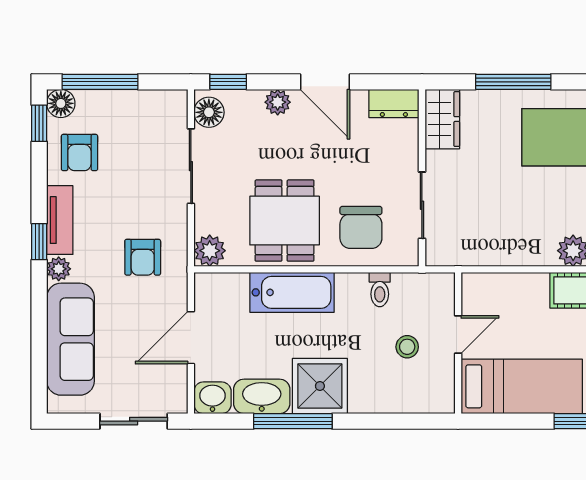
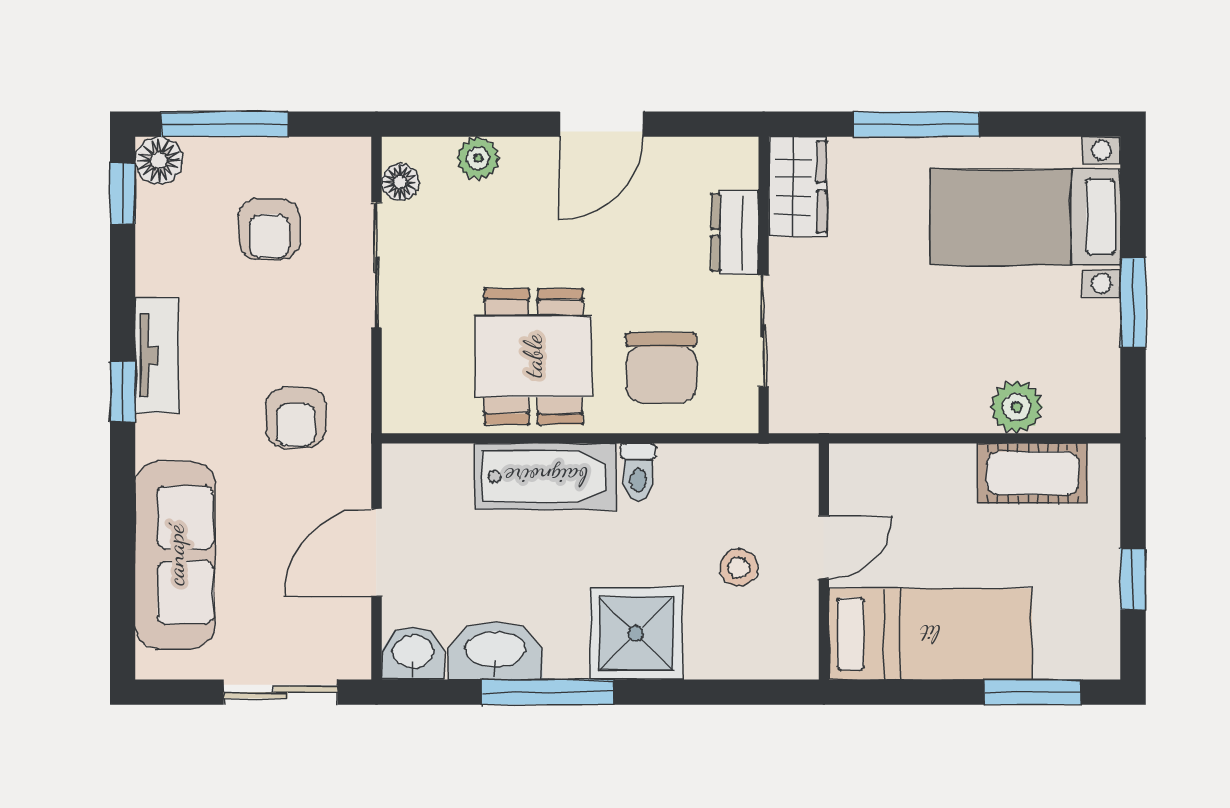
window: (228, 82) -> (439, 124), removed
door: (325, 82) -> (601, 124), hinge flipped
plant: (278, 102) -> (478, 158), moved
dresser: (394, 103) -> (735, 232), moved, turned 90
floor lamp: (209, 112) -> (400, 182), width x0.73, depth x0.73
armchair: (79, 152) -> (269, 229), moved
plant: (210, 251) -> (408, 407), removed
plant: (59, 269) -> (155, 437), removed
toilet: (380, 290) -> (638, 472), moved
shower: (320, 386) -> (636, 633), moved

